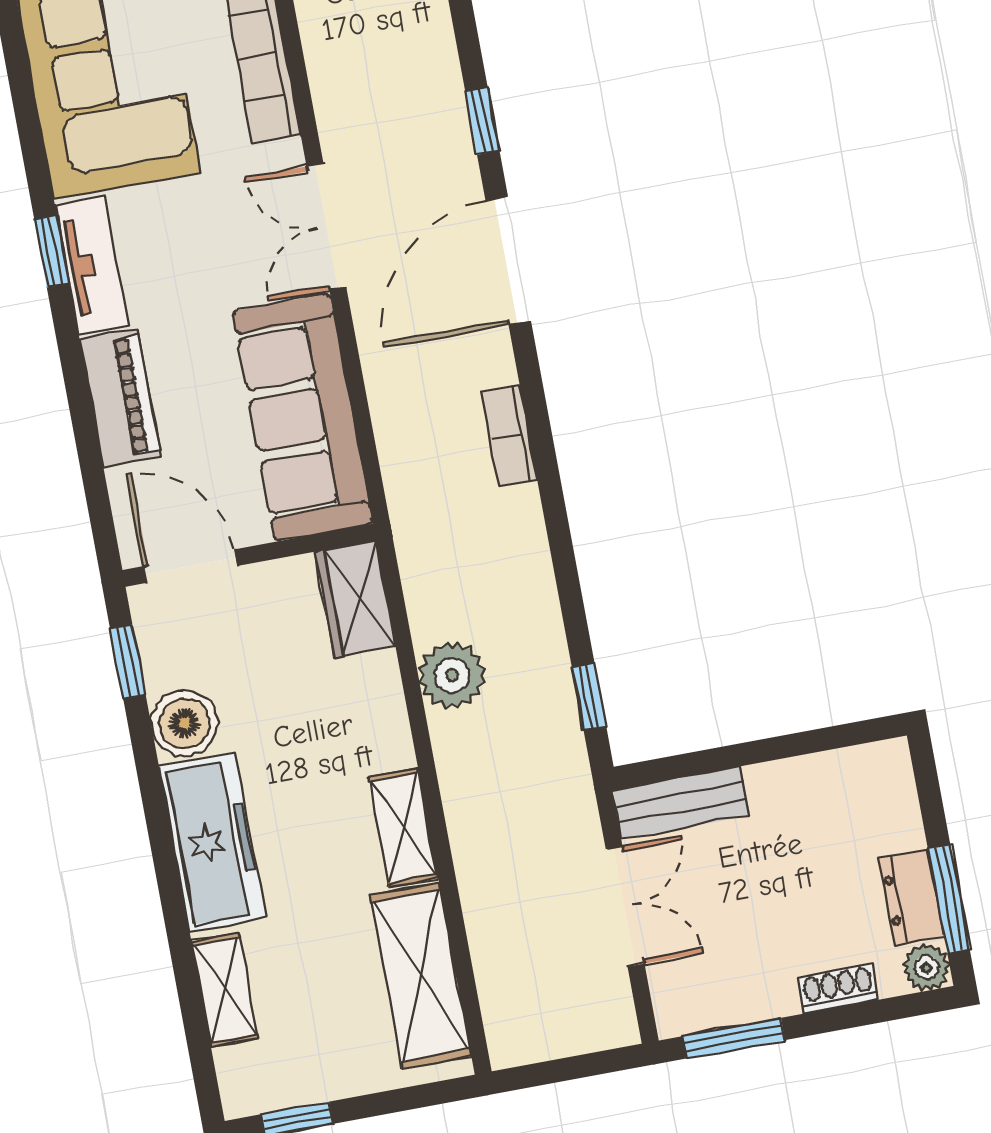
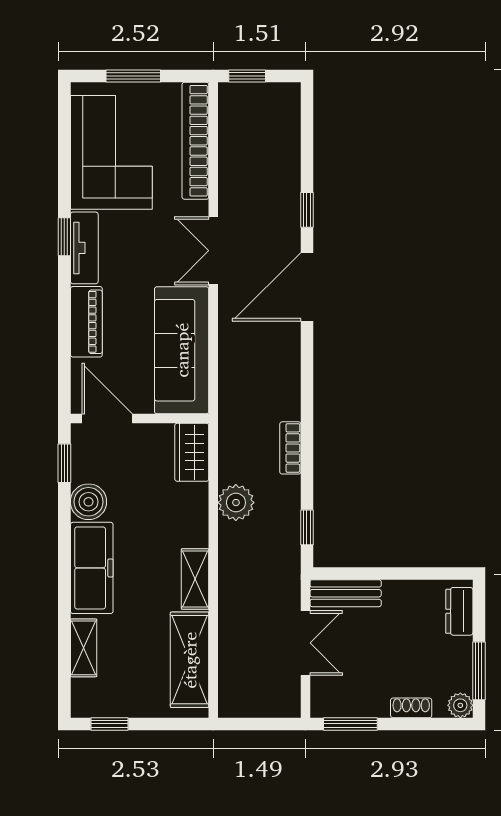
bookcase: (509, 436) -> (290, 448), moved
dresser: (912, 897) -> (459, 611), moved

